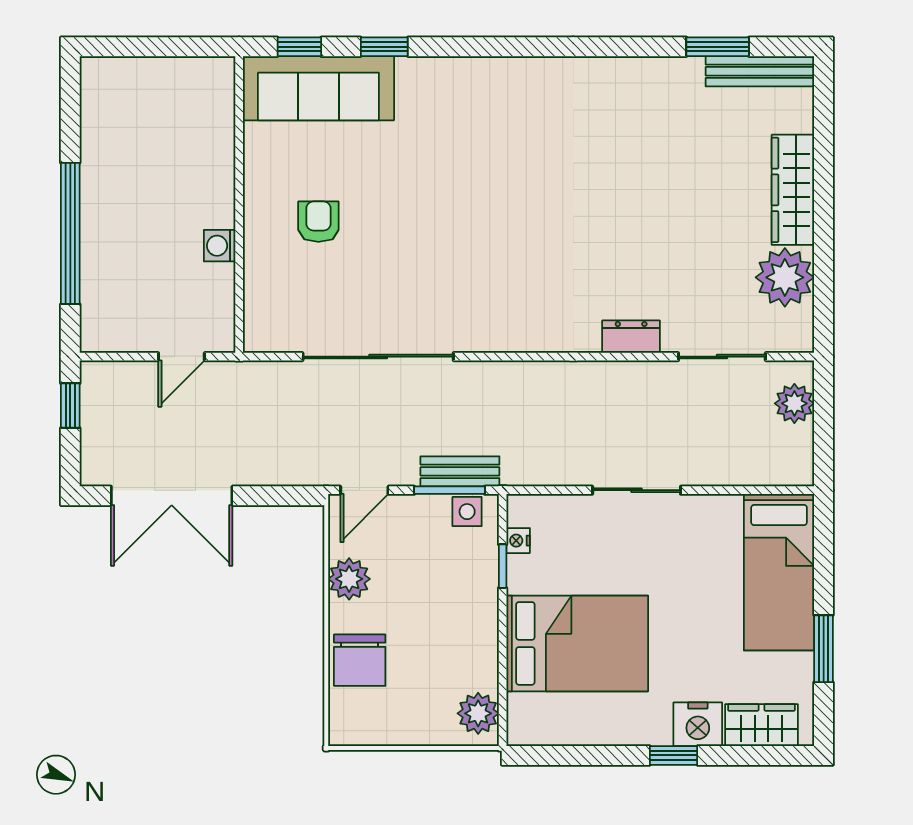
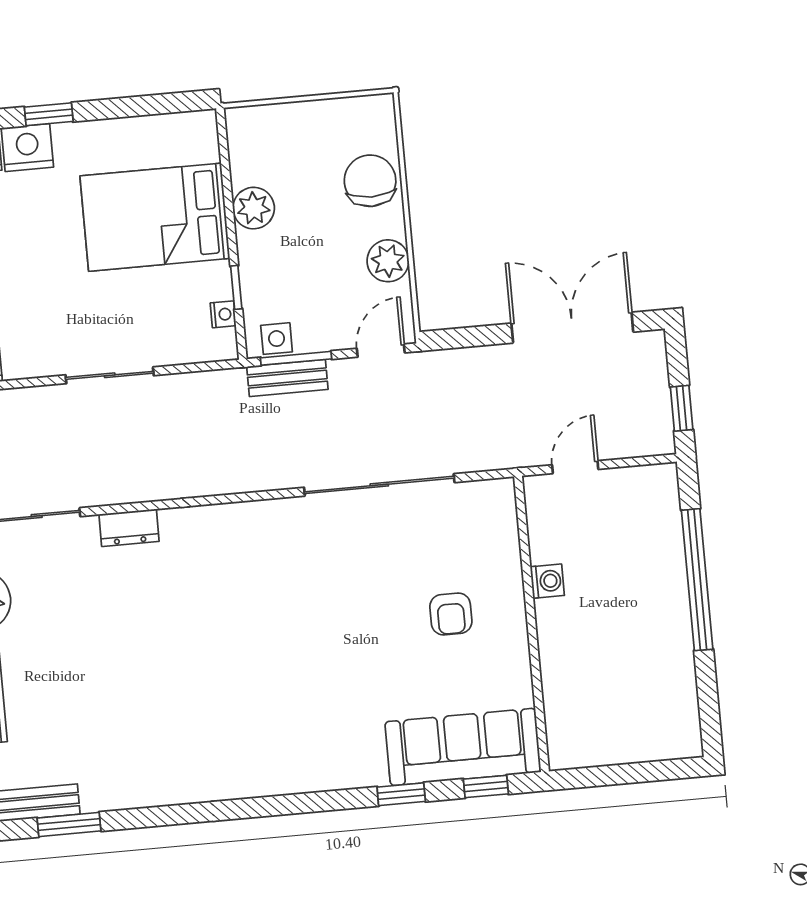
plant: (478, 713) -> (254, 208), moved

